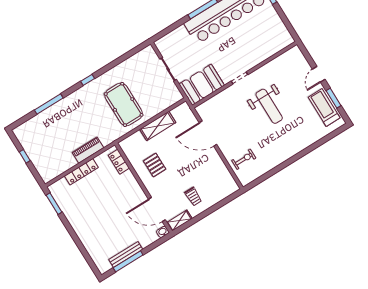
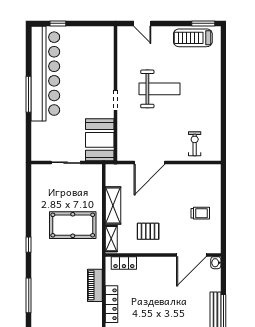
door: (319, 74) -> (142, 23), moved
window: (334, 98) -> (203, 23), moved
shelving: (179, 221) -> (111, 239), moved

